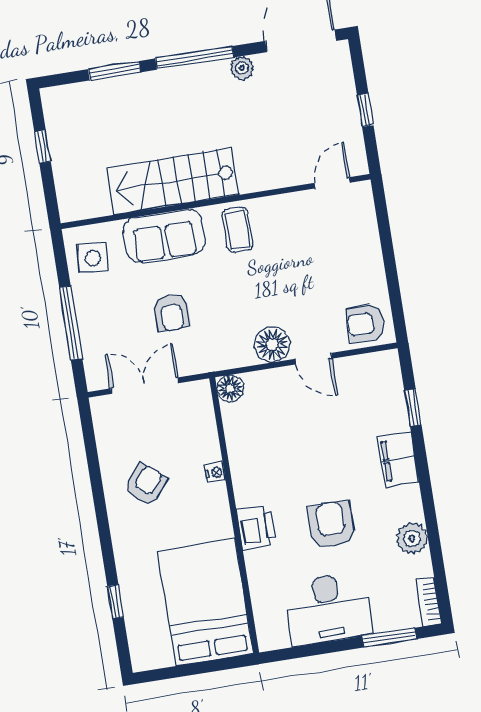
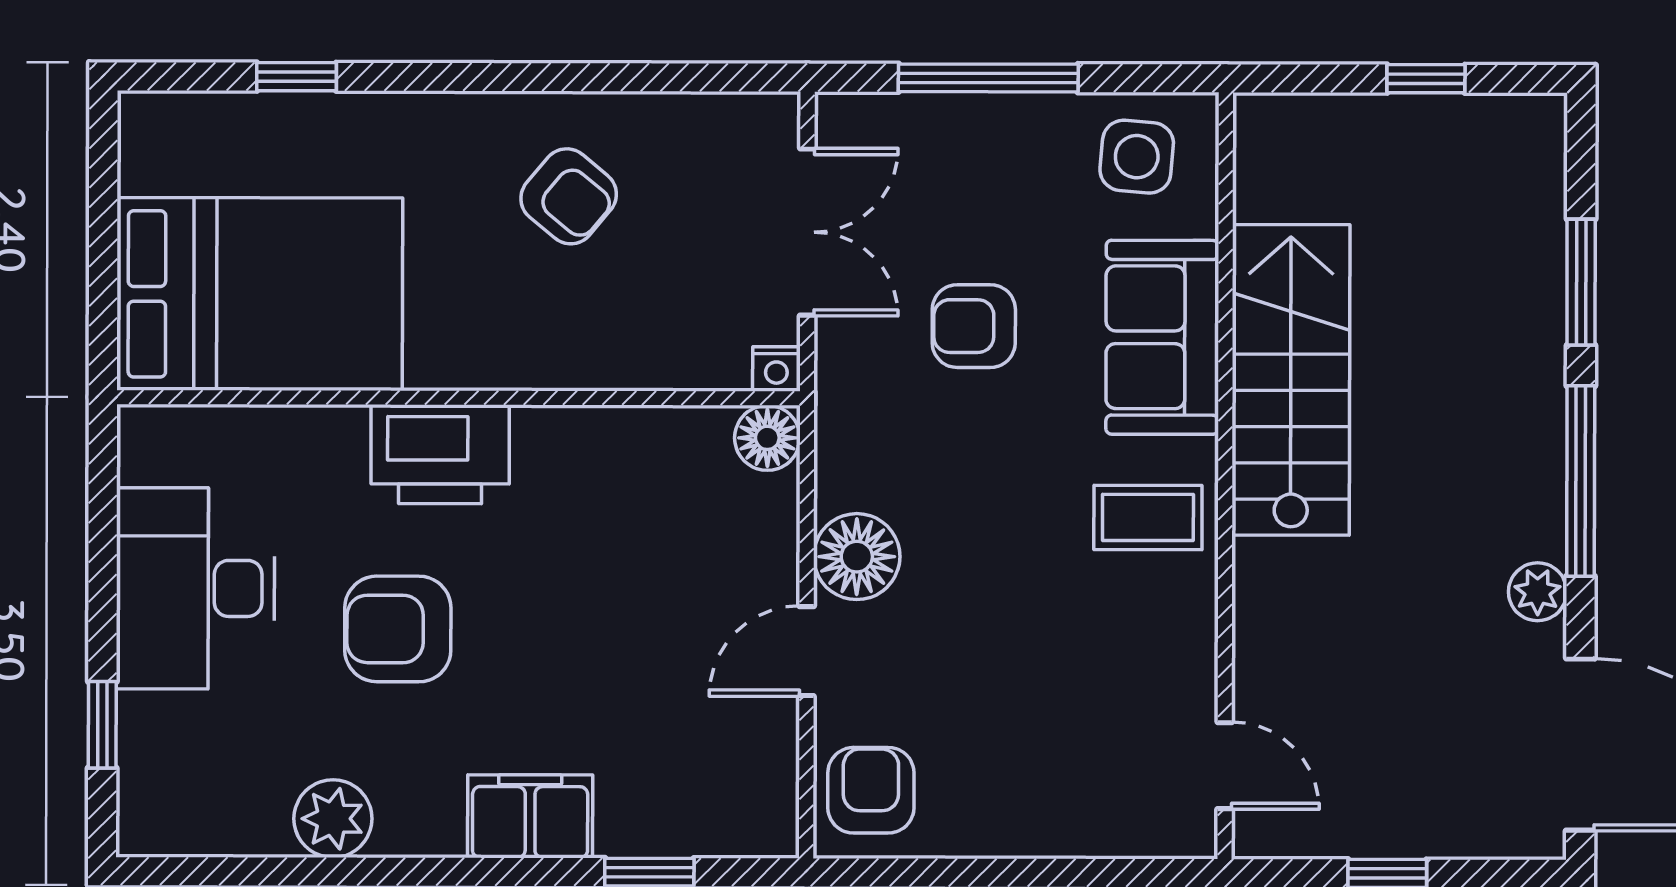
nightstand: (215, 472) -> (776, 369), moved
armchair: (331, 525) -> (398, 629), turned 180
printer: (256, 527) -> (440, 454), width x1.37, depth x1.19
bookcase: (429, 602) -> (174, 834), removed
window: (389, 638) -> (102, 725), width x0.67

